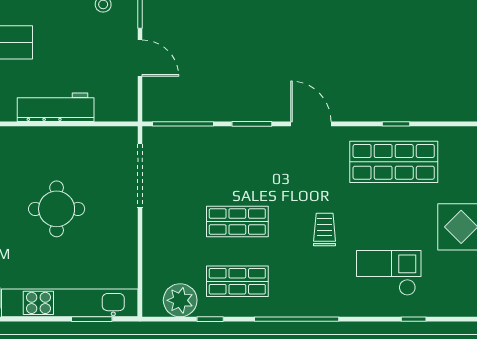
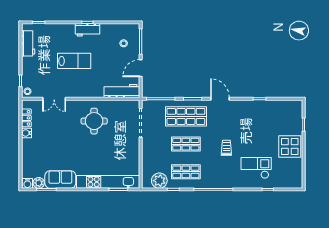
door: (140, 58) -> (141, 68), swing flipped
workbench: (56, 107) -> (122, 91), moved
shop shelf: (394, 162) -> (186, 116), moved
round table: (57, 209) -> (94, 121), moved

